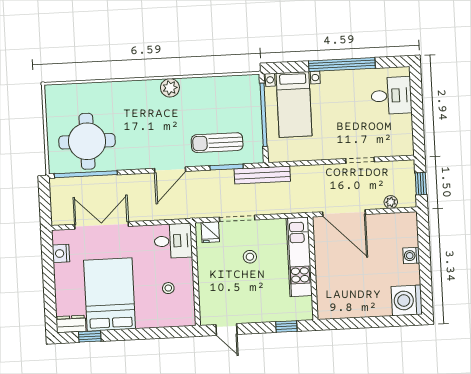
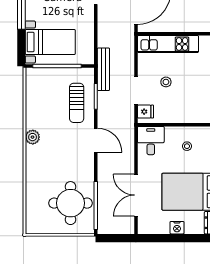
nightstand: (61, 253) -> (177, 228), moved

